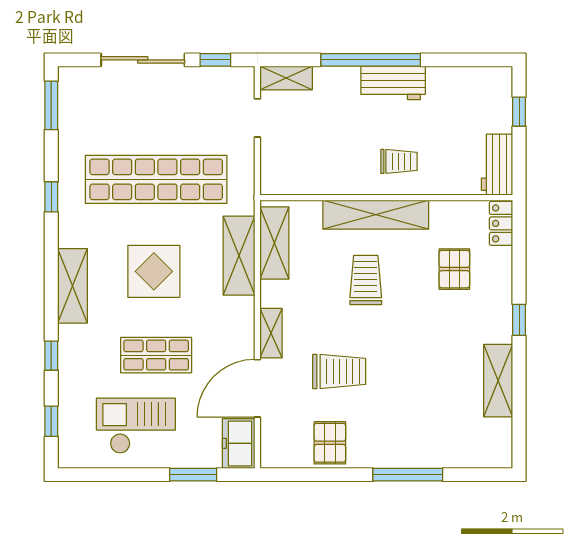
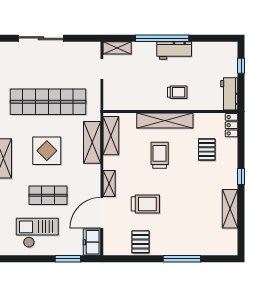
window: (215, 60) -> (80, 38), removed

